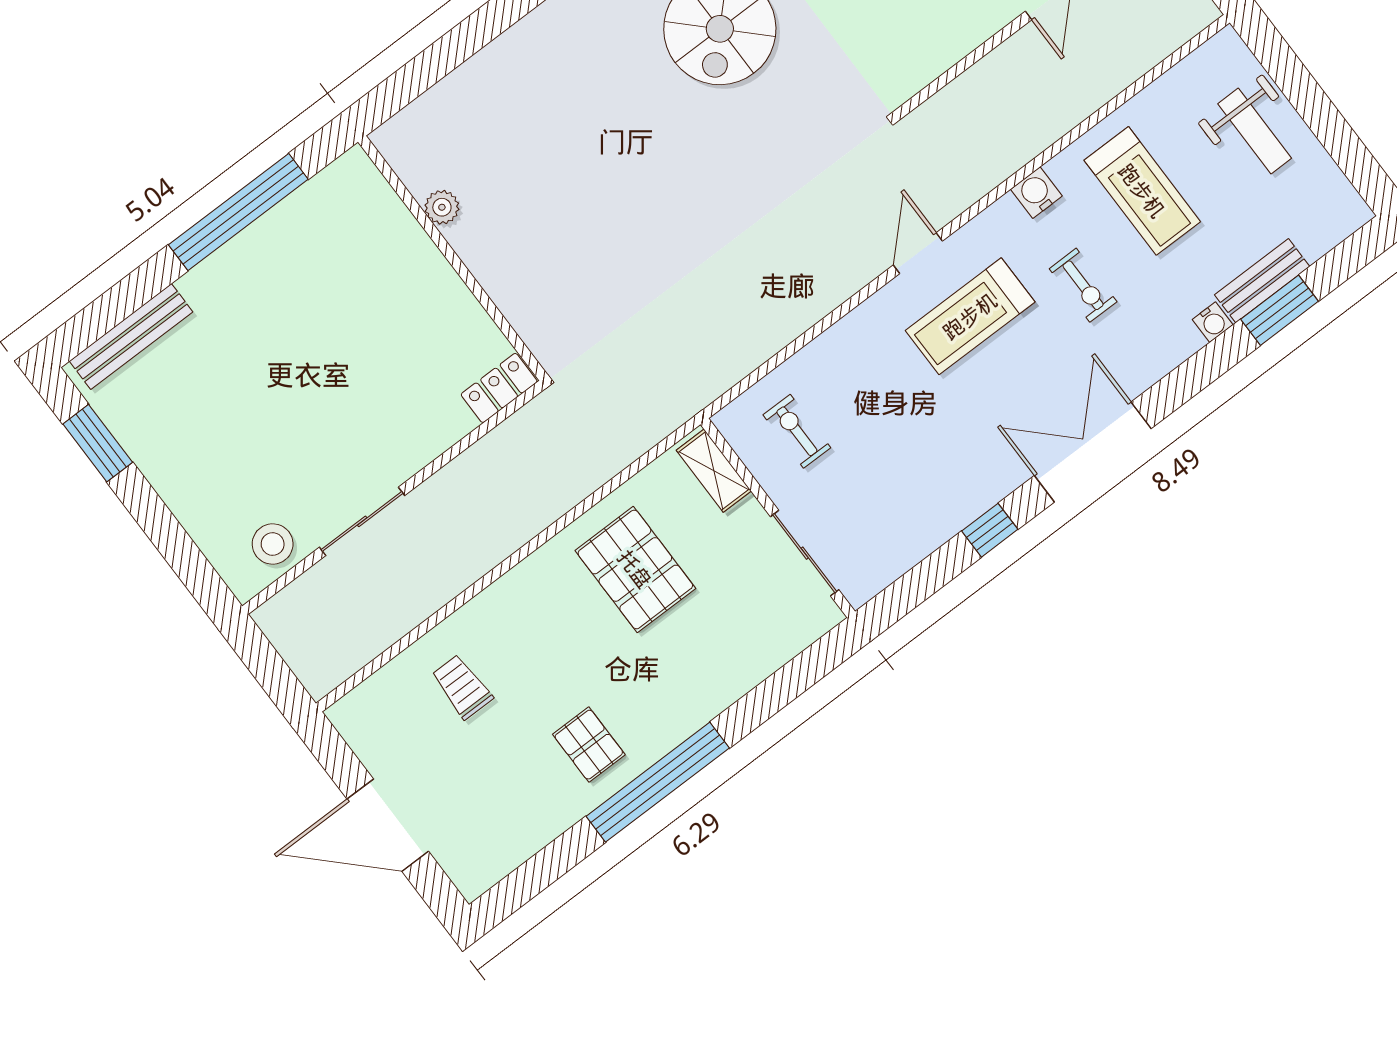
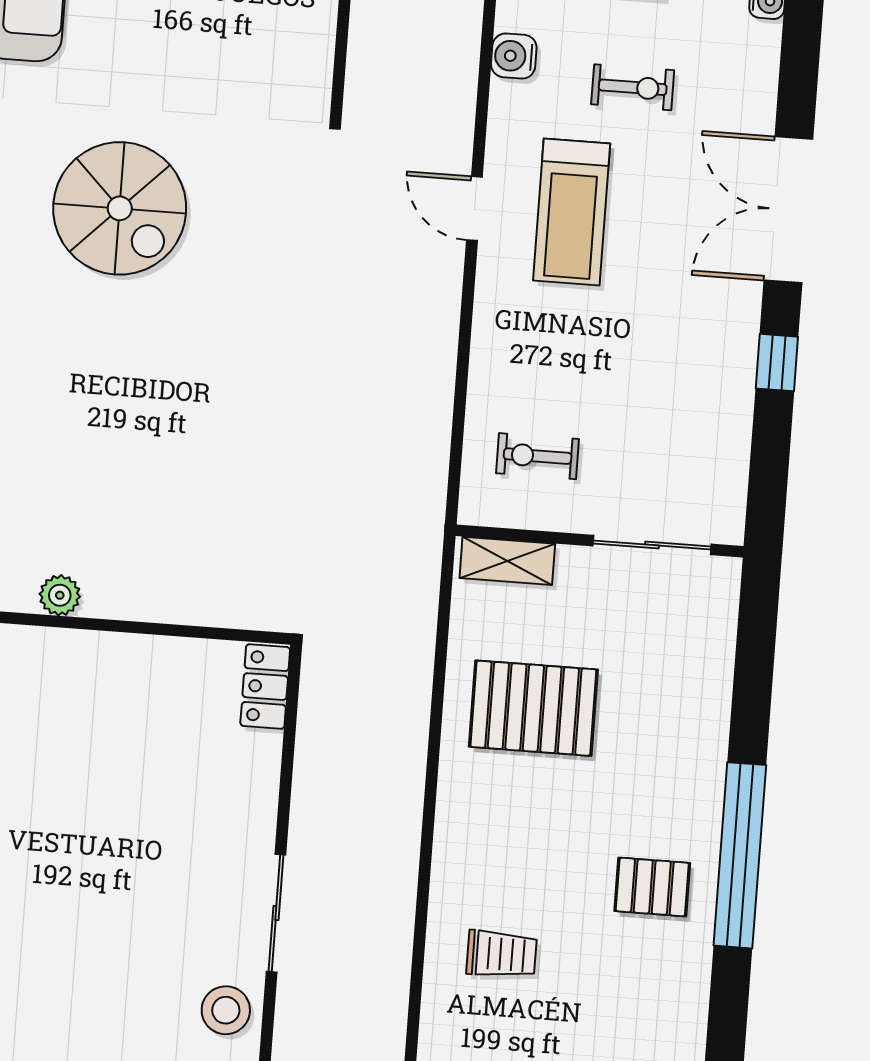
trolley: (462, 687) -> (502, 954), turned 180

